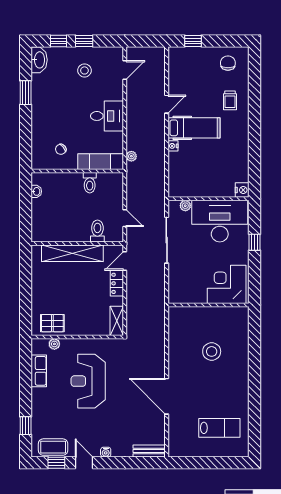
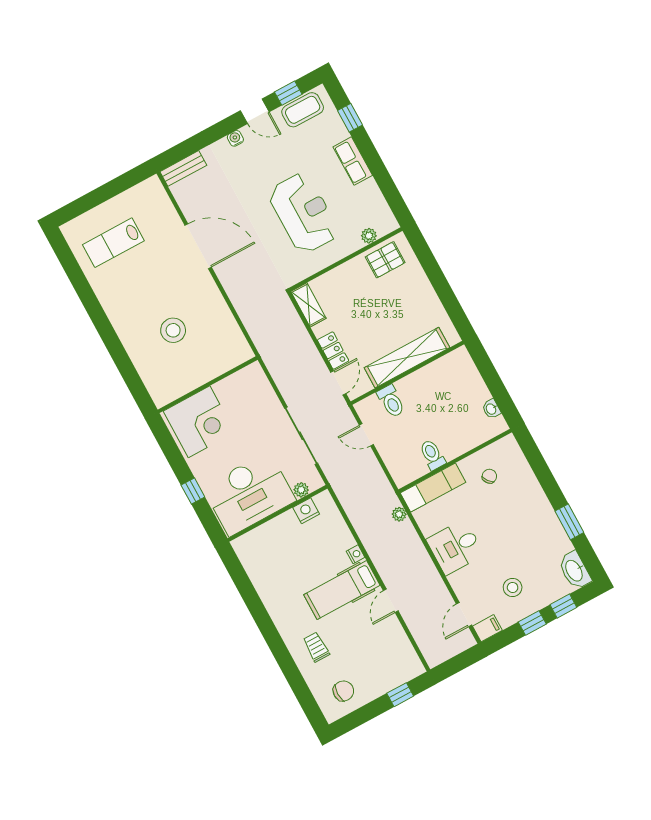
filing cabinet: (115, 53) -> (487, 628), added
chair: (228, 63) -> (343, 691), turned -90
nightstand: (242, 190) -> (306, 511), moved, turned 90
row of seats: (39, 371) -> (353, 161), moved

